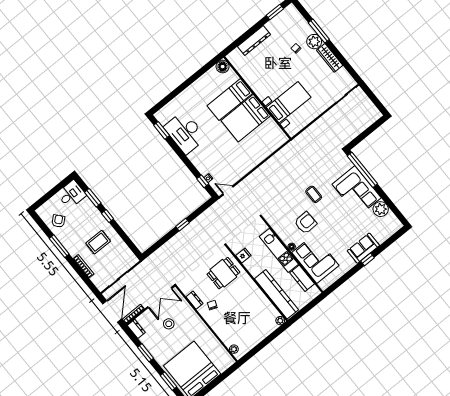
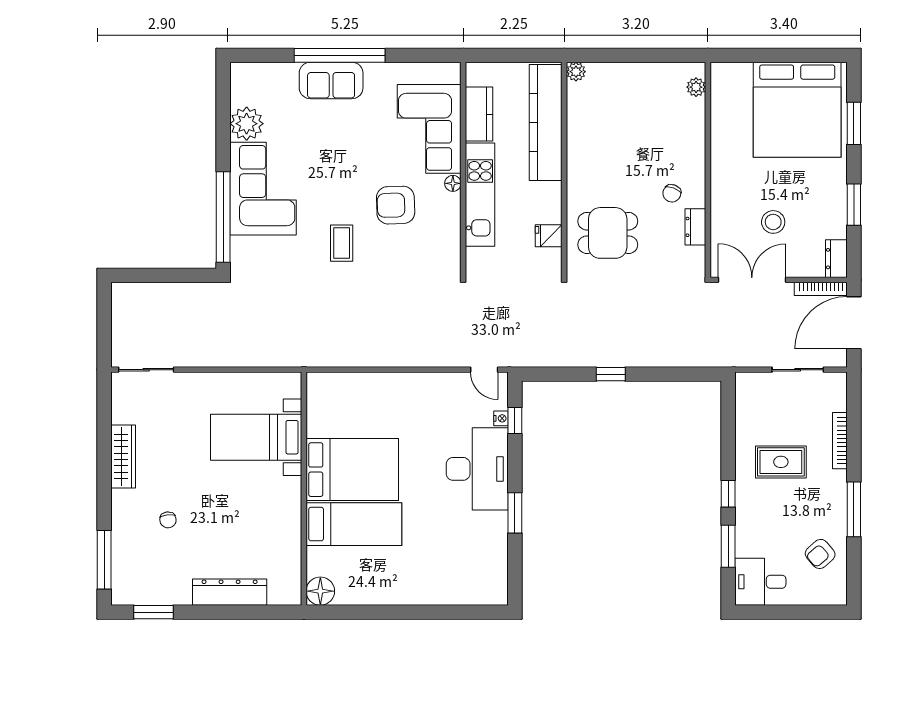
window: (319, 31) -> (104, 560), moved
plant: (314, 42) -> (127, 506), removed
window: (162, 130) -> (515, 513), moved
desk: (185, 132) -> (477, 469), moved
window: (367, 259) -> (340, 55), width x3.17

